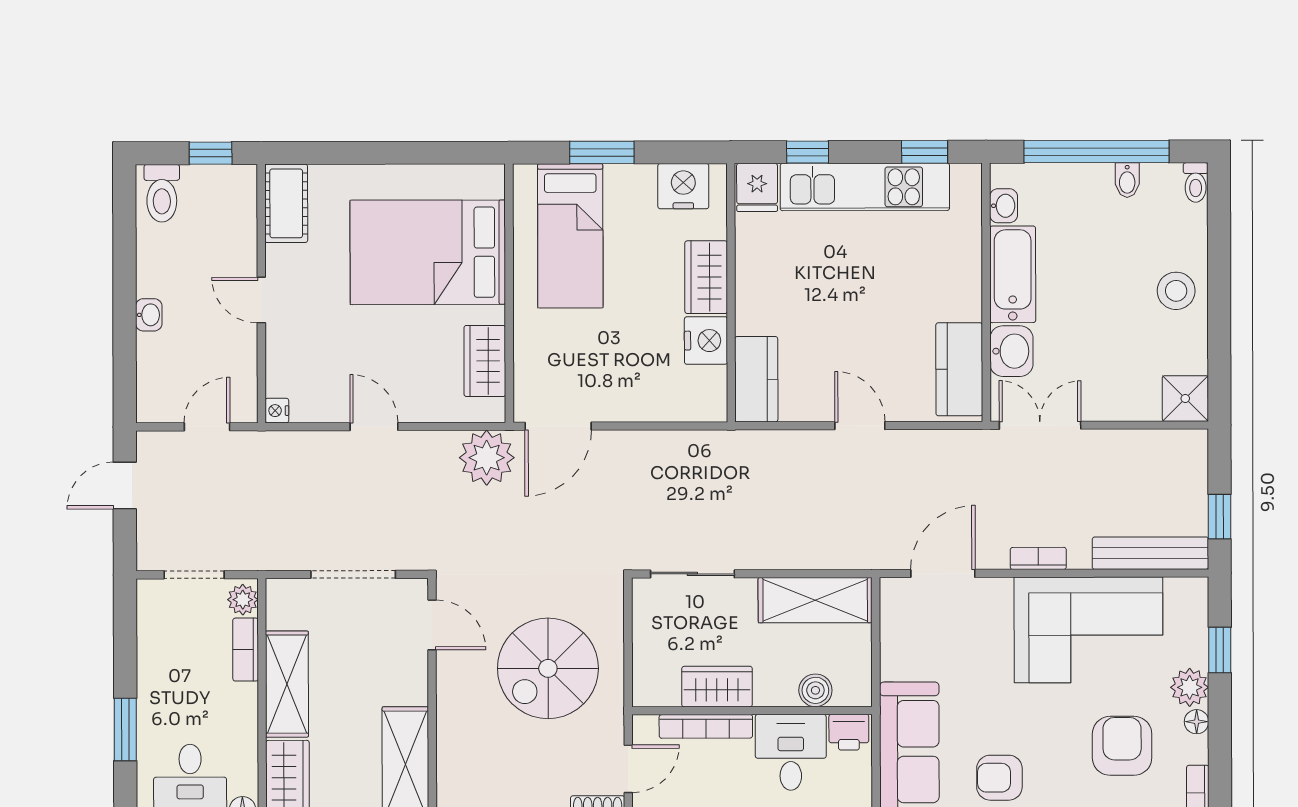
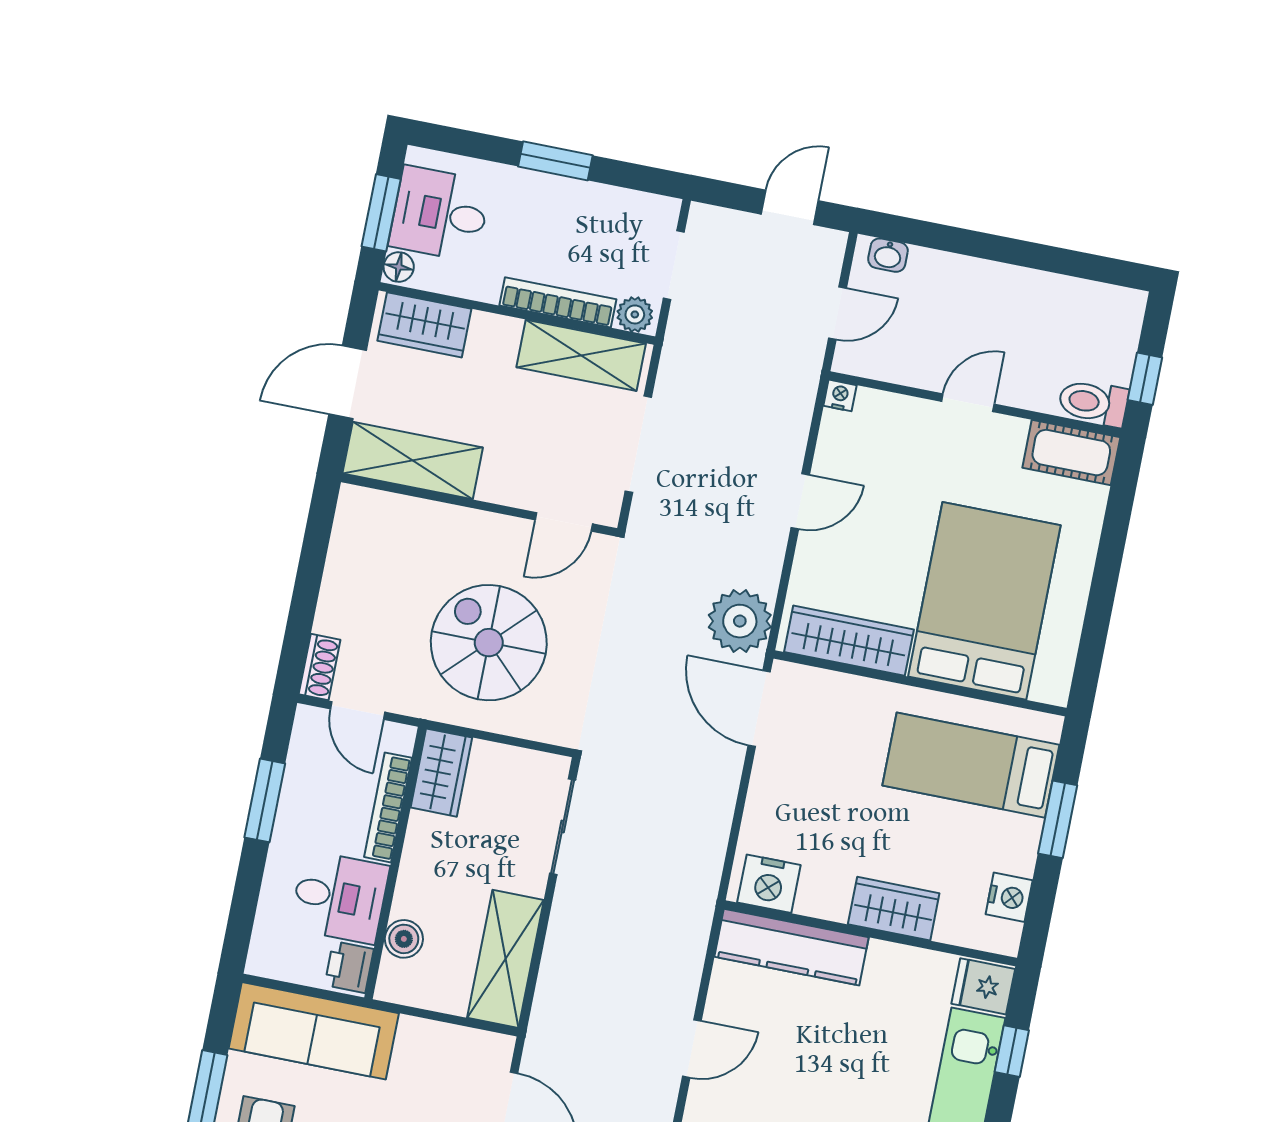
nightstand: (683, 186) -> (1009, 897), width x0.74, depth x0.75
toilet: (162, 193) -> (1093, 403), moved
washbasin: (149, 315) -> (888, 255), moved
nightstand: (706, 341) -> (769, 884), moved
wardrobe: (485, 361) -> (849, 641), width x1.50
kitchen counter: (756, 379) -> (792, 947), width x1.50
door: (207, 427) -> (837, 313), hinge flipped
door: (125, 486) -> (790, 207), hinge flipped
bookcase: (246, 650) -> (558, 302), width x1.56
shelving: (287, 684) -> (581, 355), moved
wardrobe: (717, 687) -> (441, 773), moved
window: (125, 729) -> (555, 161), moved

